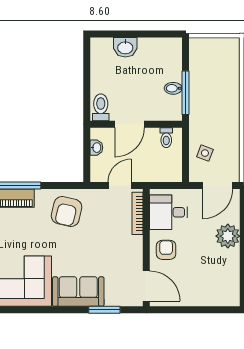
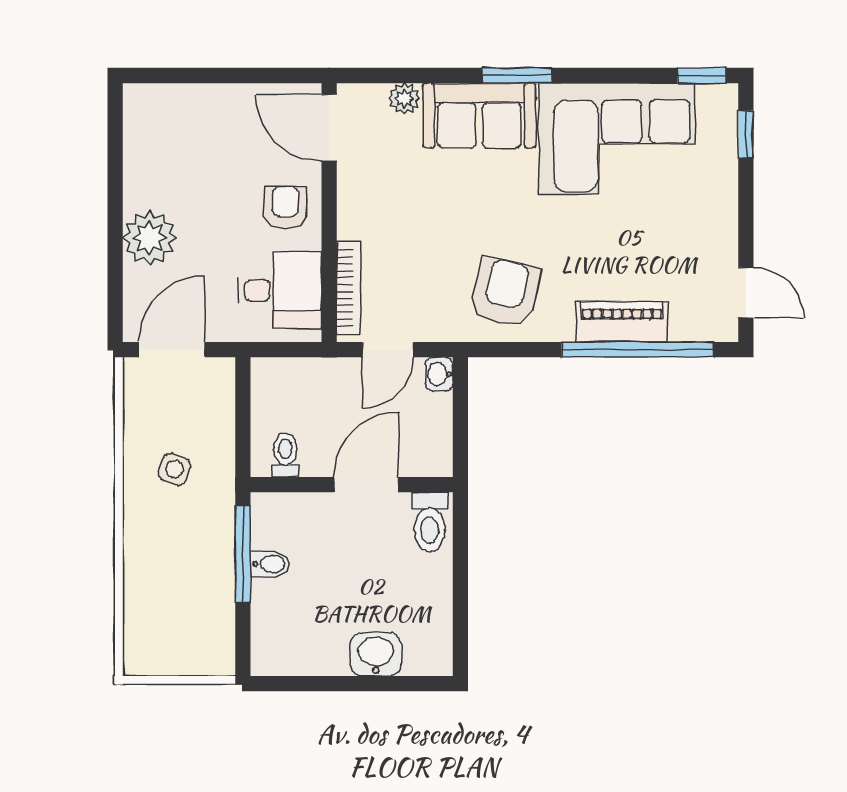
washbasin: (96, 148) -> (439, 374), moved
side table: (205, 153) -> (175, 469), moved
armchair: (166, 250) -> (286, 208), turned 180
plant: (112, 299) -> (404, 99), added
window: (104, 310) -> (517, 76), moved

